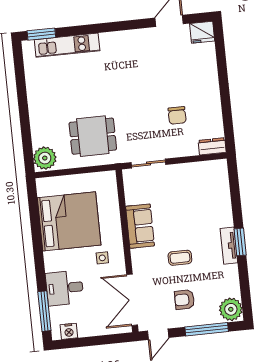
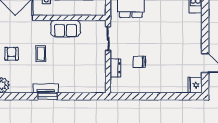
dresser: (212, 146) -> (115, 68), moved

